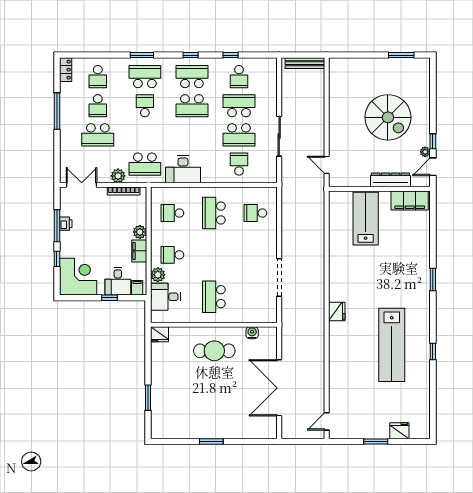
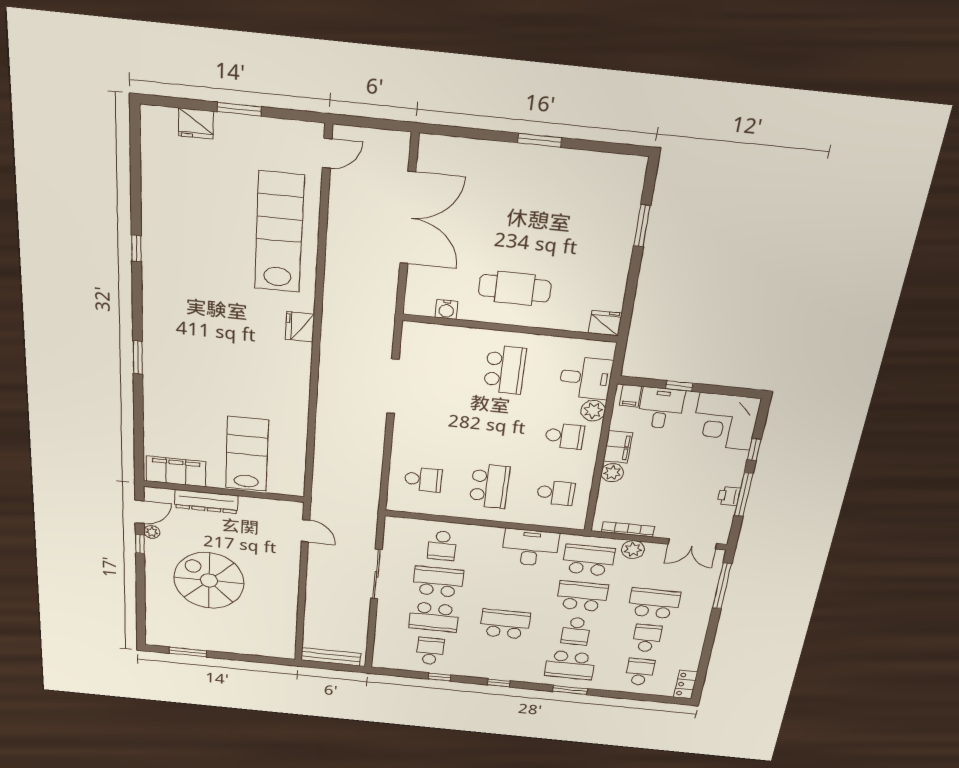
school desk: (192, 77) -> (582, 596), moved, turned 180
window: (57, 111) -> (722, 586), moved
lab bench: (366, 219) -> (247, 454), turned 180
lab bench: (392, 345) -> (279, 232), moved

